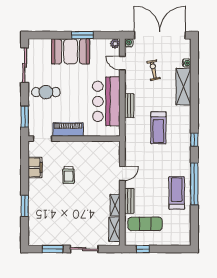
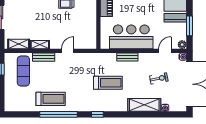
window: (82, 35) -> (190, 26), moved
treadmill: (158, 128) -> (108, 83), turned 180
door: (122, 173) -> (68, 51), swing flipped

